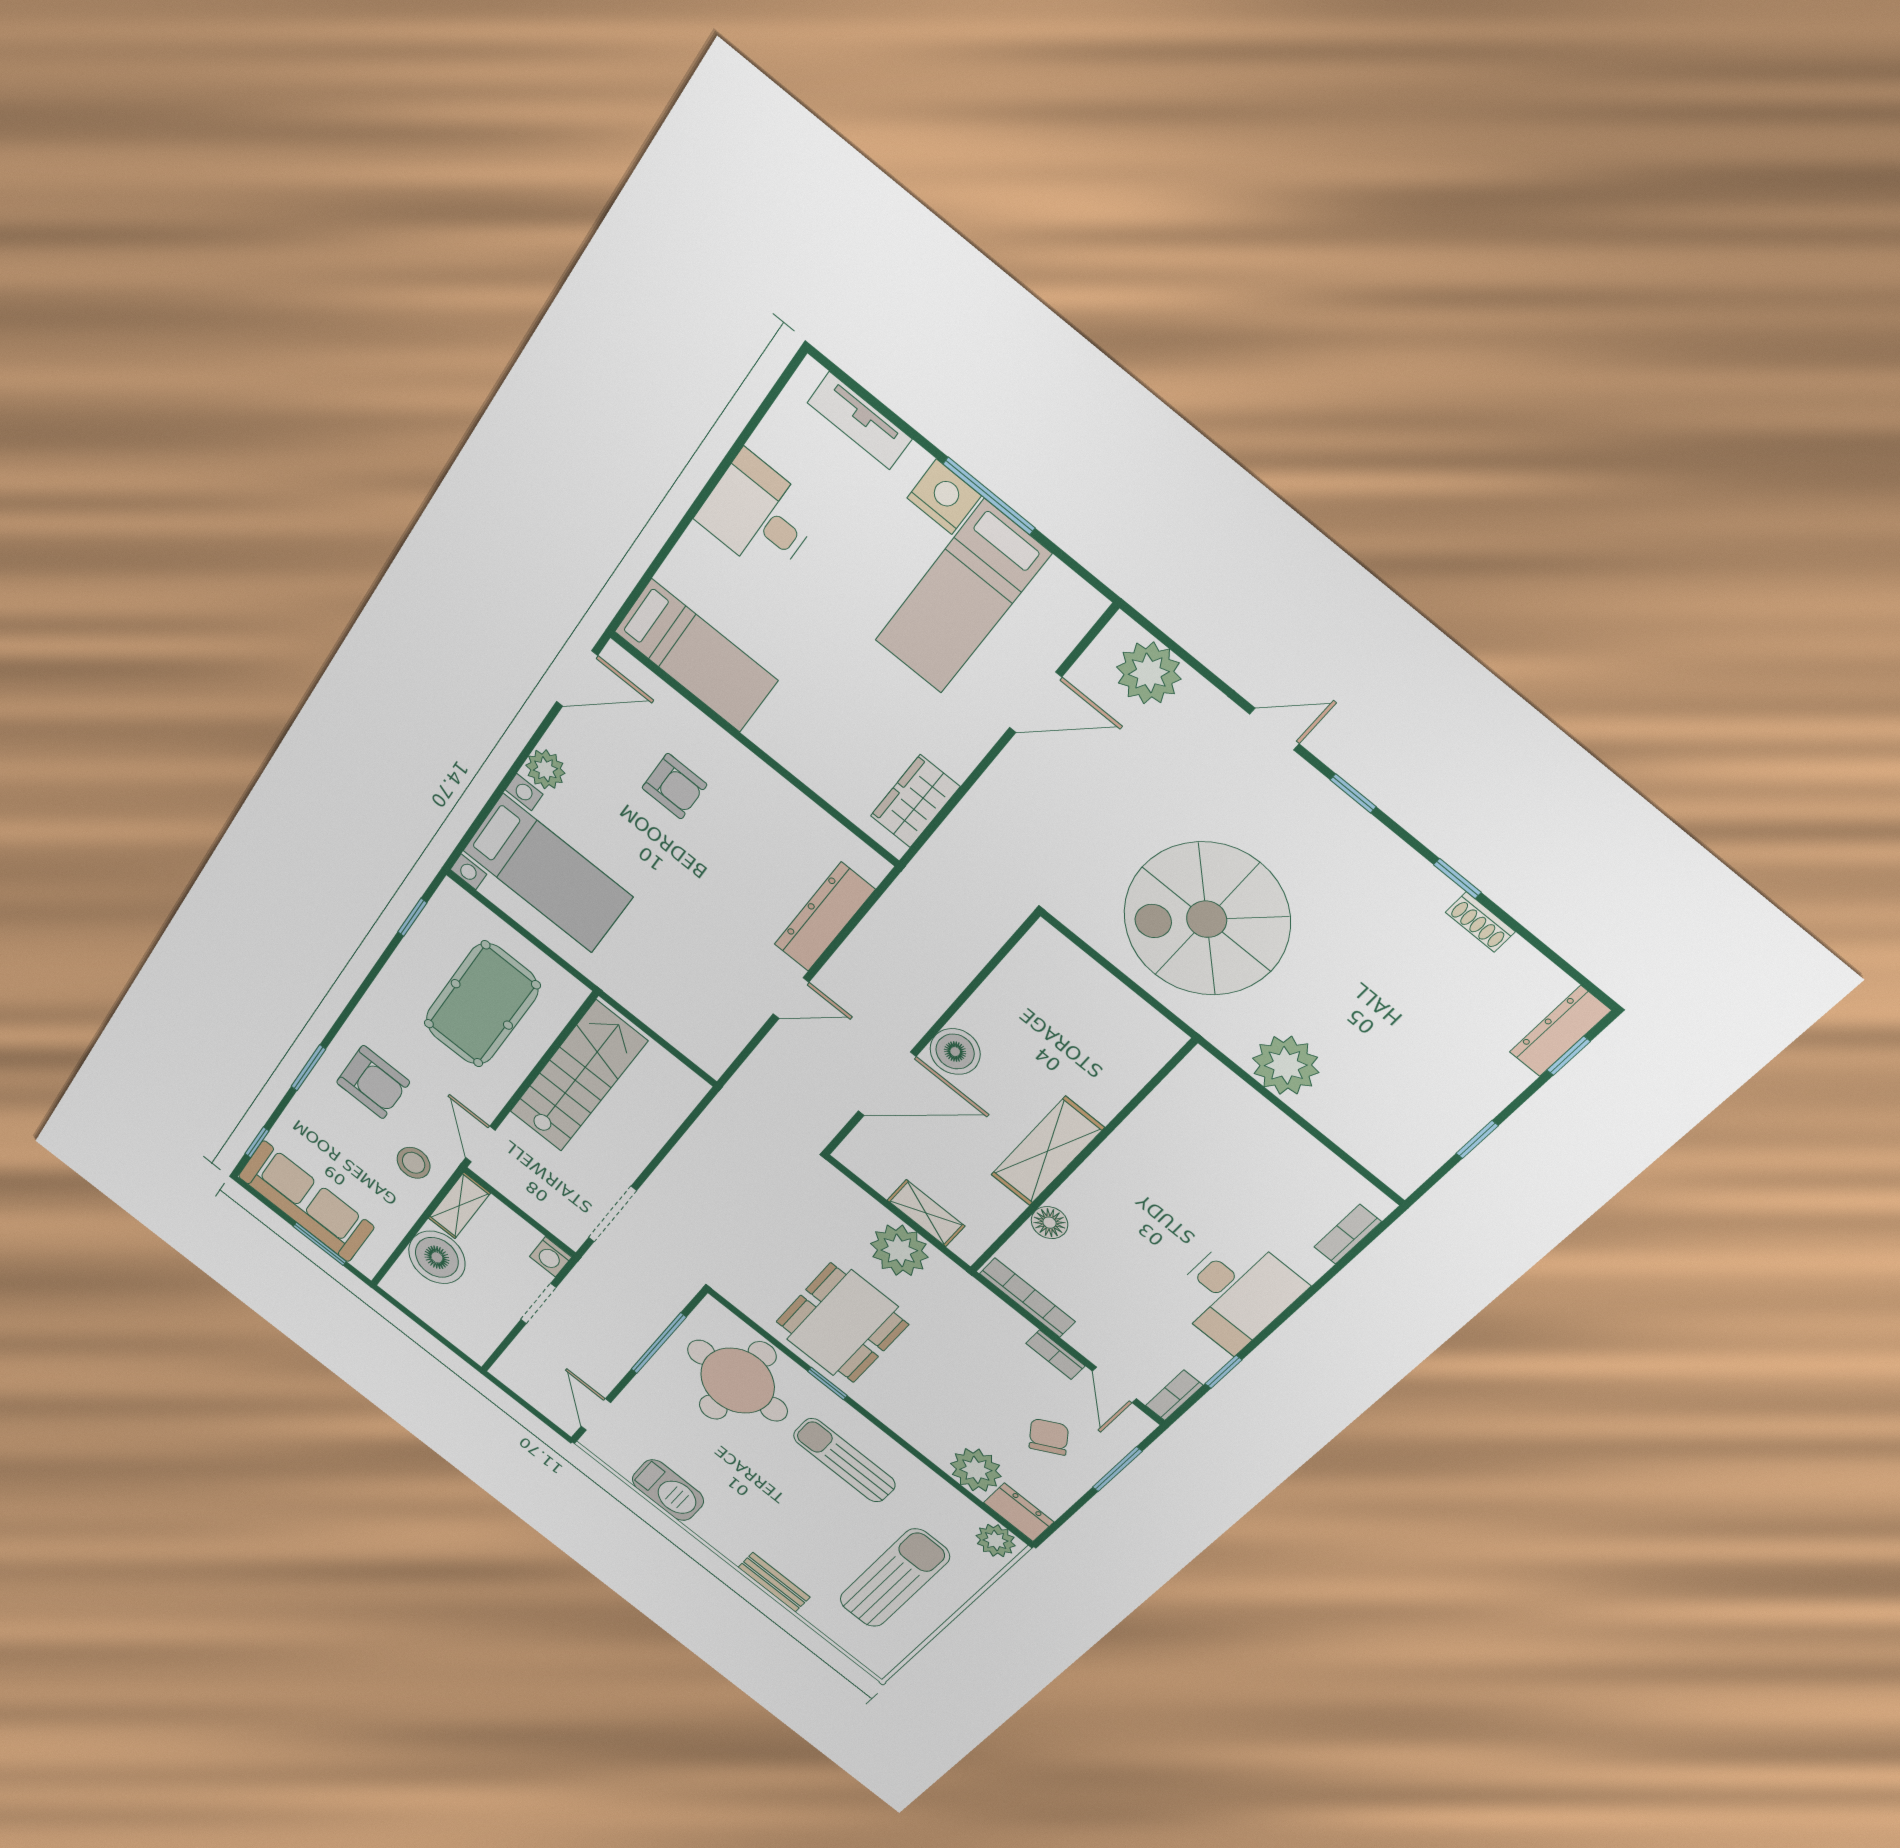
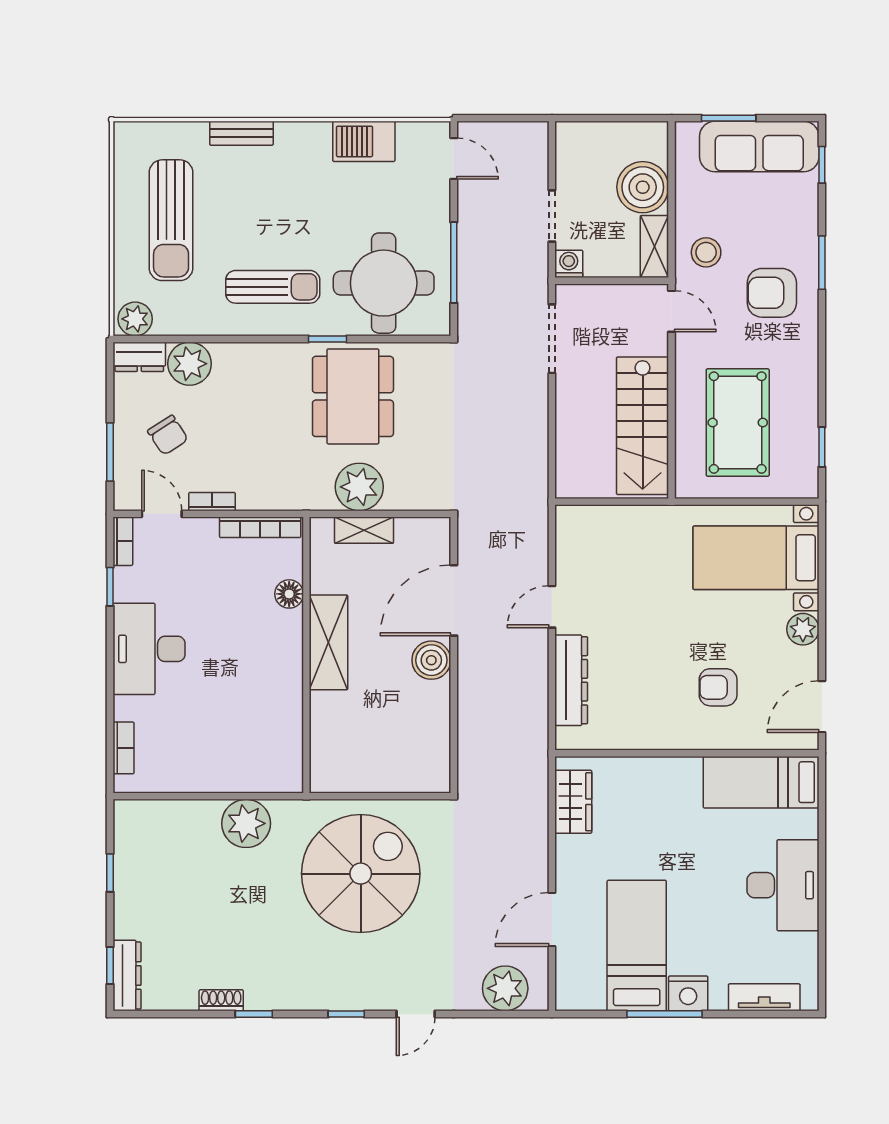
desk: (758, 515) -> (783, 885), width x1.37

